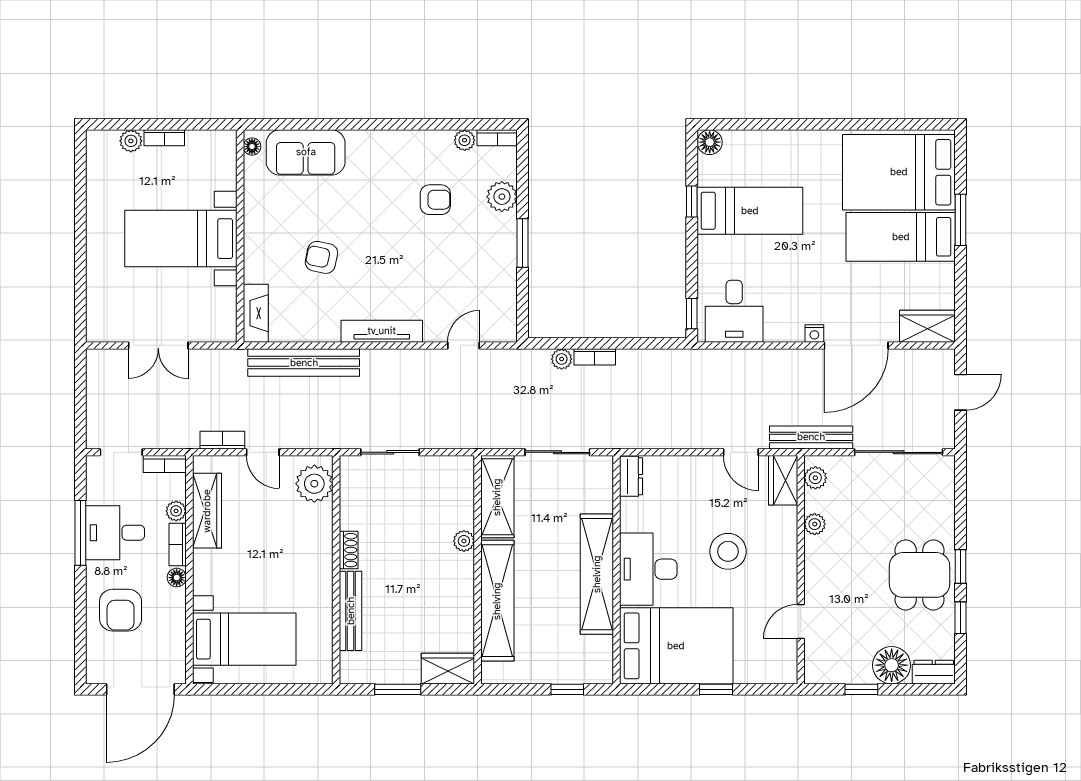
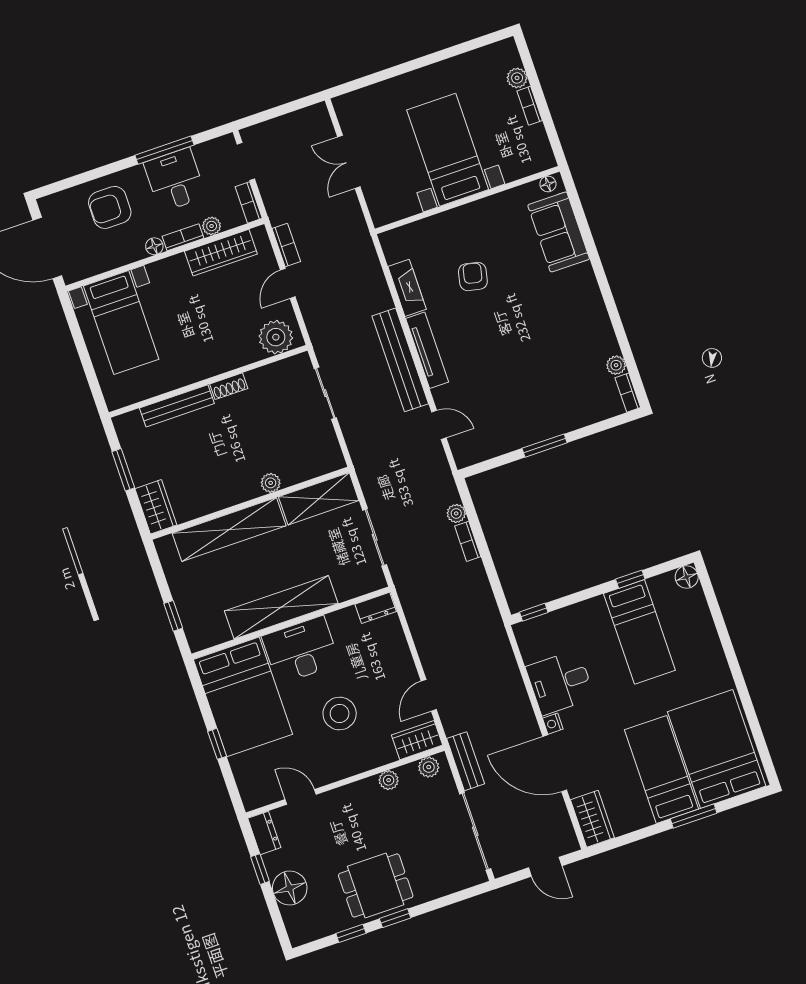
plant: (502, 197) -> (579, 414), removed
armchair: (435, 200) -> (556, 358), removed
desk: (734, 311) -> (560, 682), moved
fireplace: (256, 313) -> (407, 288), moved, turned -90
bench: (304, 363) -> (400, 360), moved
bench: (811, 437) -> (466, 761), width x0.73
dresser: (934, 672) -> (264, 833), moved

